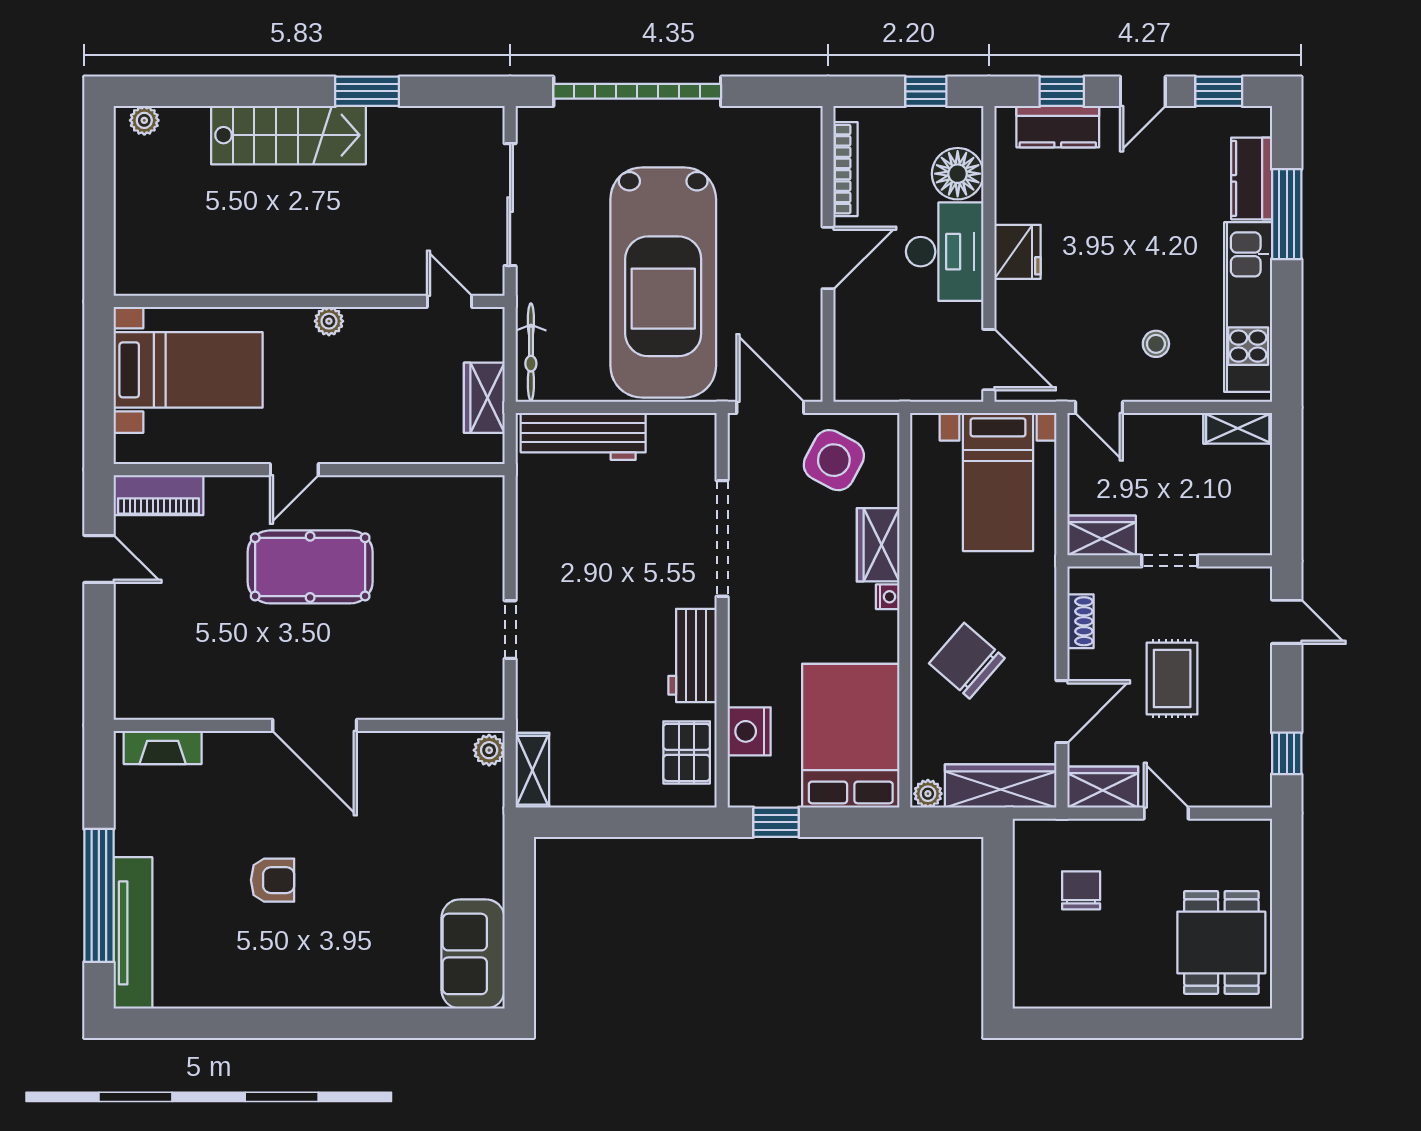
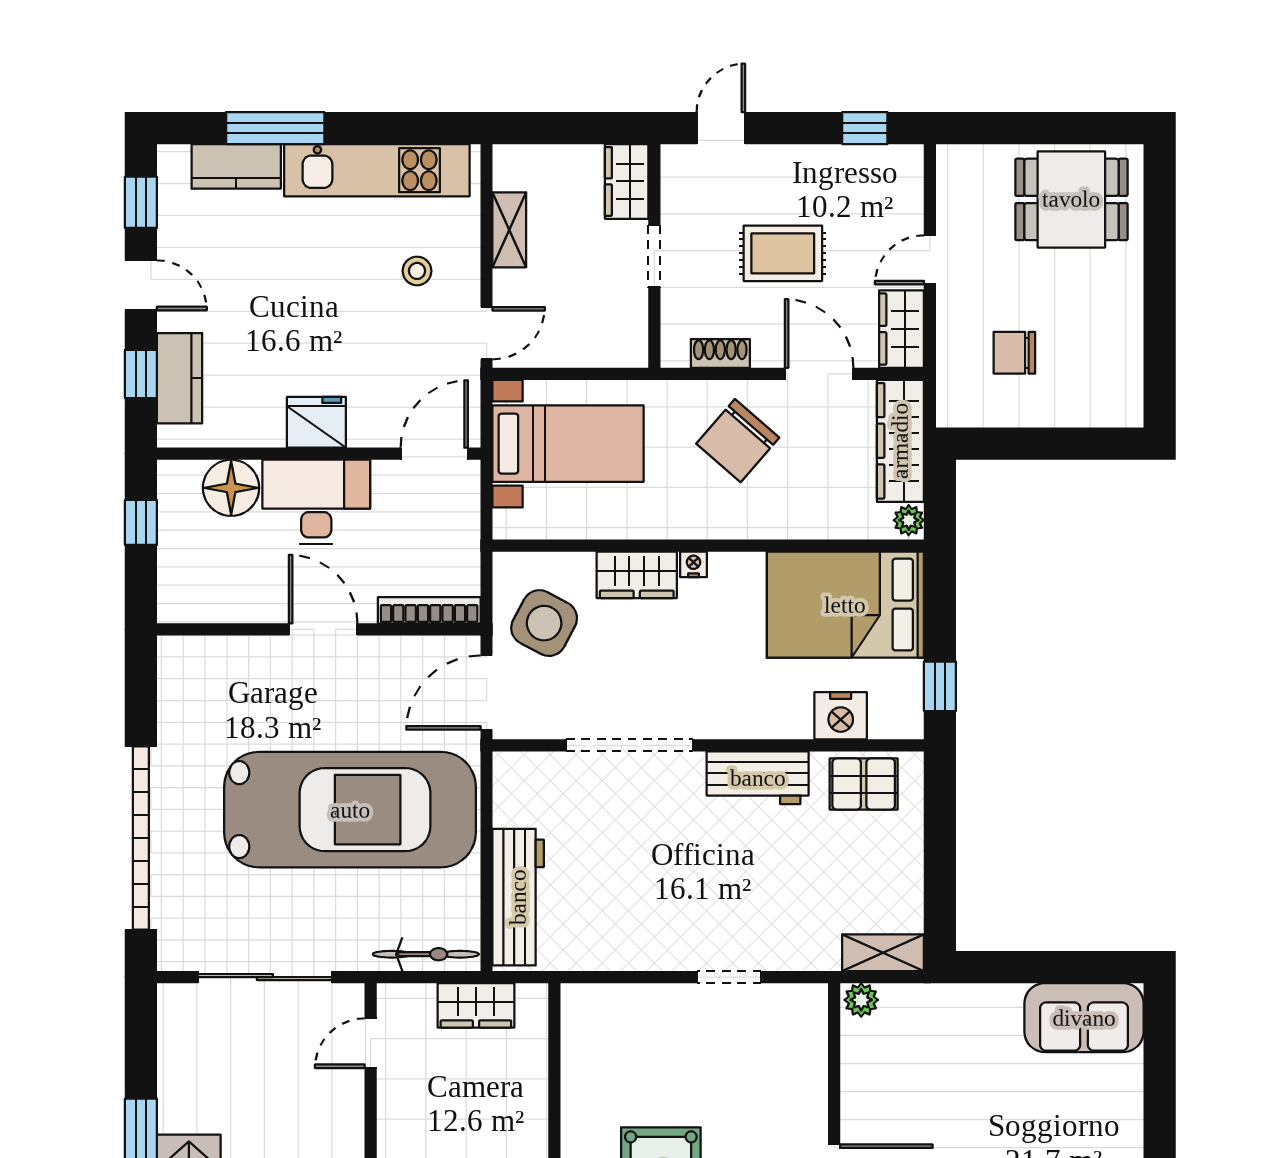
bookcase: (846, 169) -> (429, 610), moved
shelving: (1238, 428) -> (509, 230), moved
wardrobe: (1102, 536) -> (627, 181), moved
chair: (967, 661) -> (738, 441), moved

